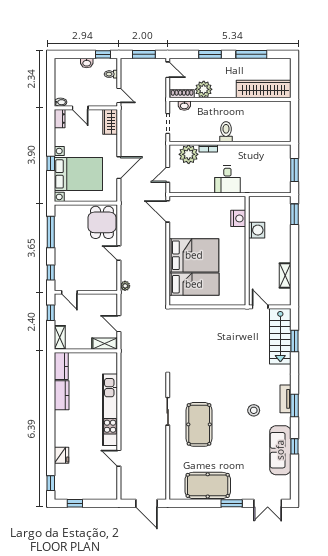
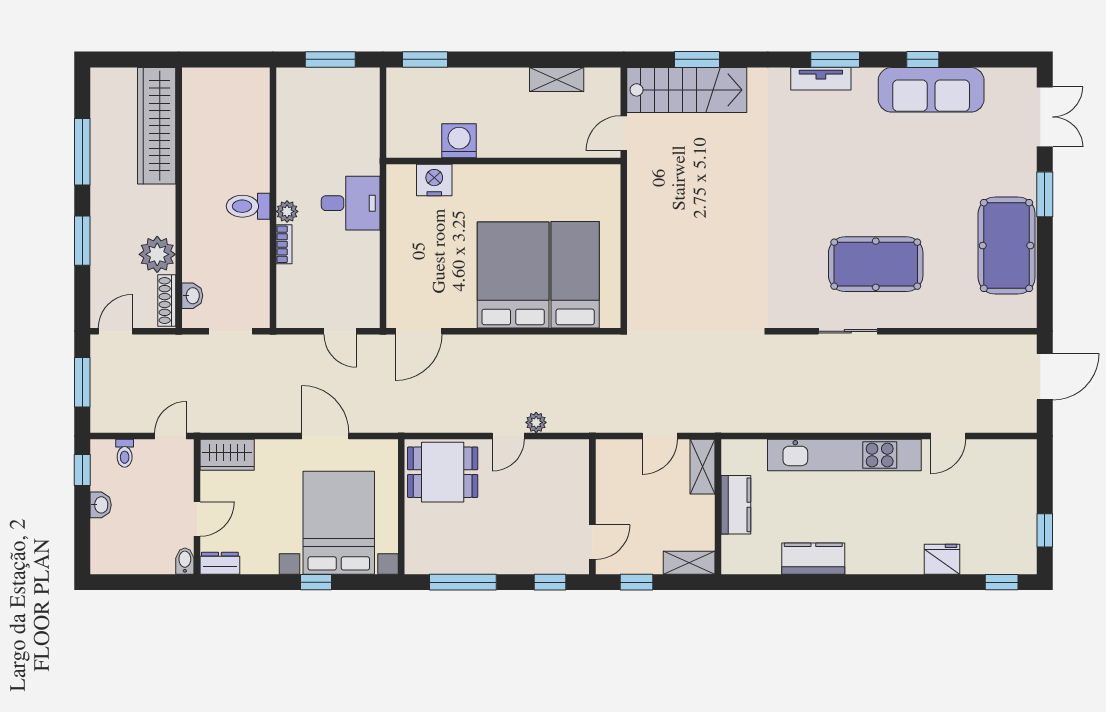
plant: (189, 154) -> (287, 211), moved, width x0.53, depth x0.53
plant: (125, 286) -> (536, 422), moved
kitchen counter: (61, 366) -> (736, 505), moved, turned 90
stool: (254, 410) -> (846, 147), removed

